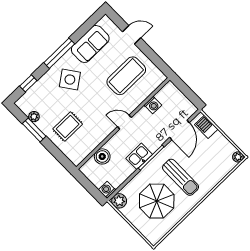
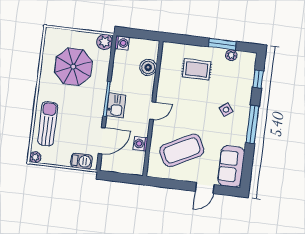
sofa: (90, 44) -> (231, 166), moved
coffee table: (126, 76) -> (182, 150), turned 63
side table: (70, 80) -> (226, 110), width x0.54, depth x0.54
rug: (68, 126) -> (197, 69), turned 90
door: (179, 130) -> (102, 141), swing flipped
kitchen sink: (139, 156) -> (116, 105), moved
sun lounger: (181, 177) -> (48, 124), moved, turned 90

